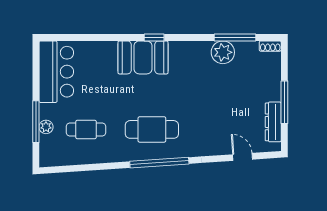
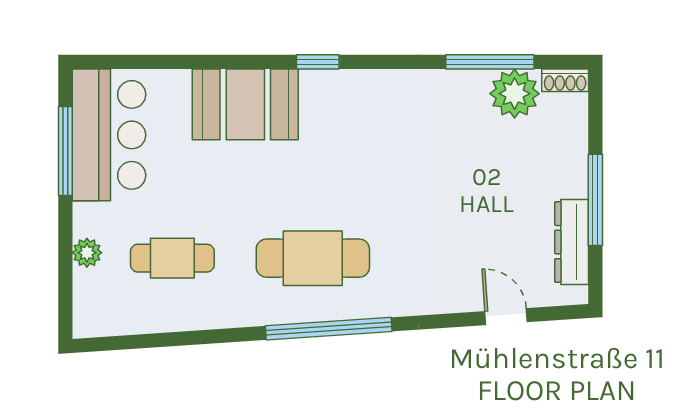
plant: (223, 52) -> (515, 94), moved
booth: (143, 57) -> (245, 104), moved
window: (36, 122) -> (65, 151), moved

